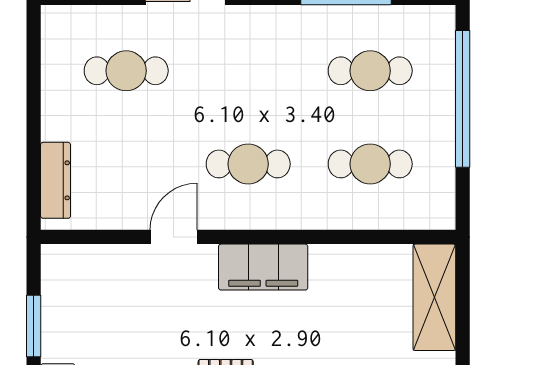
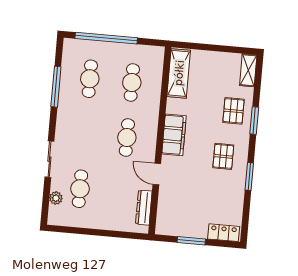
plant: (101, 19) -> (56, 198), added
dresser: (56, 180) -> (144, 208), moved, turned -90
shelving: (434, 297) -> (179, 73), moved, turned 90

